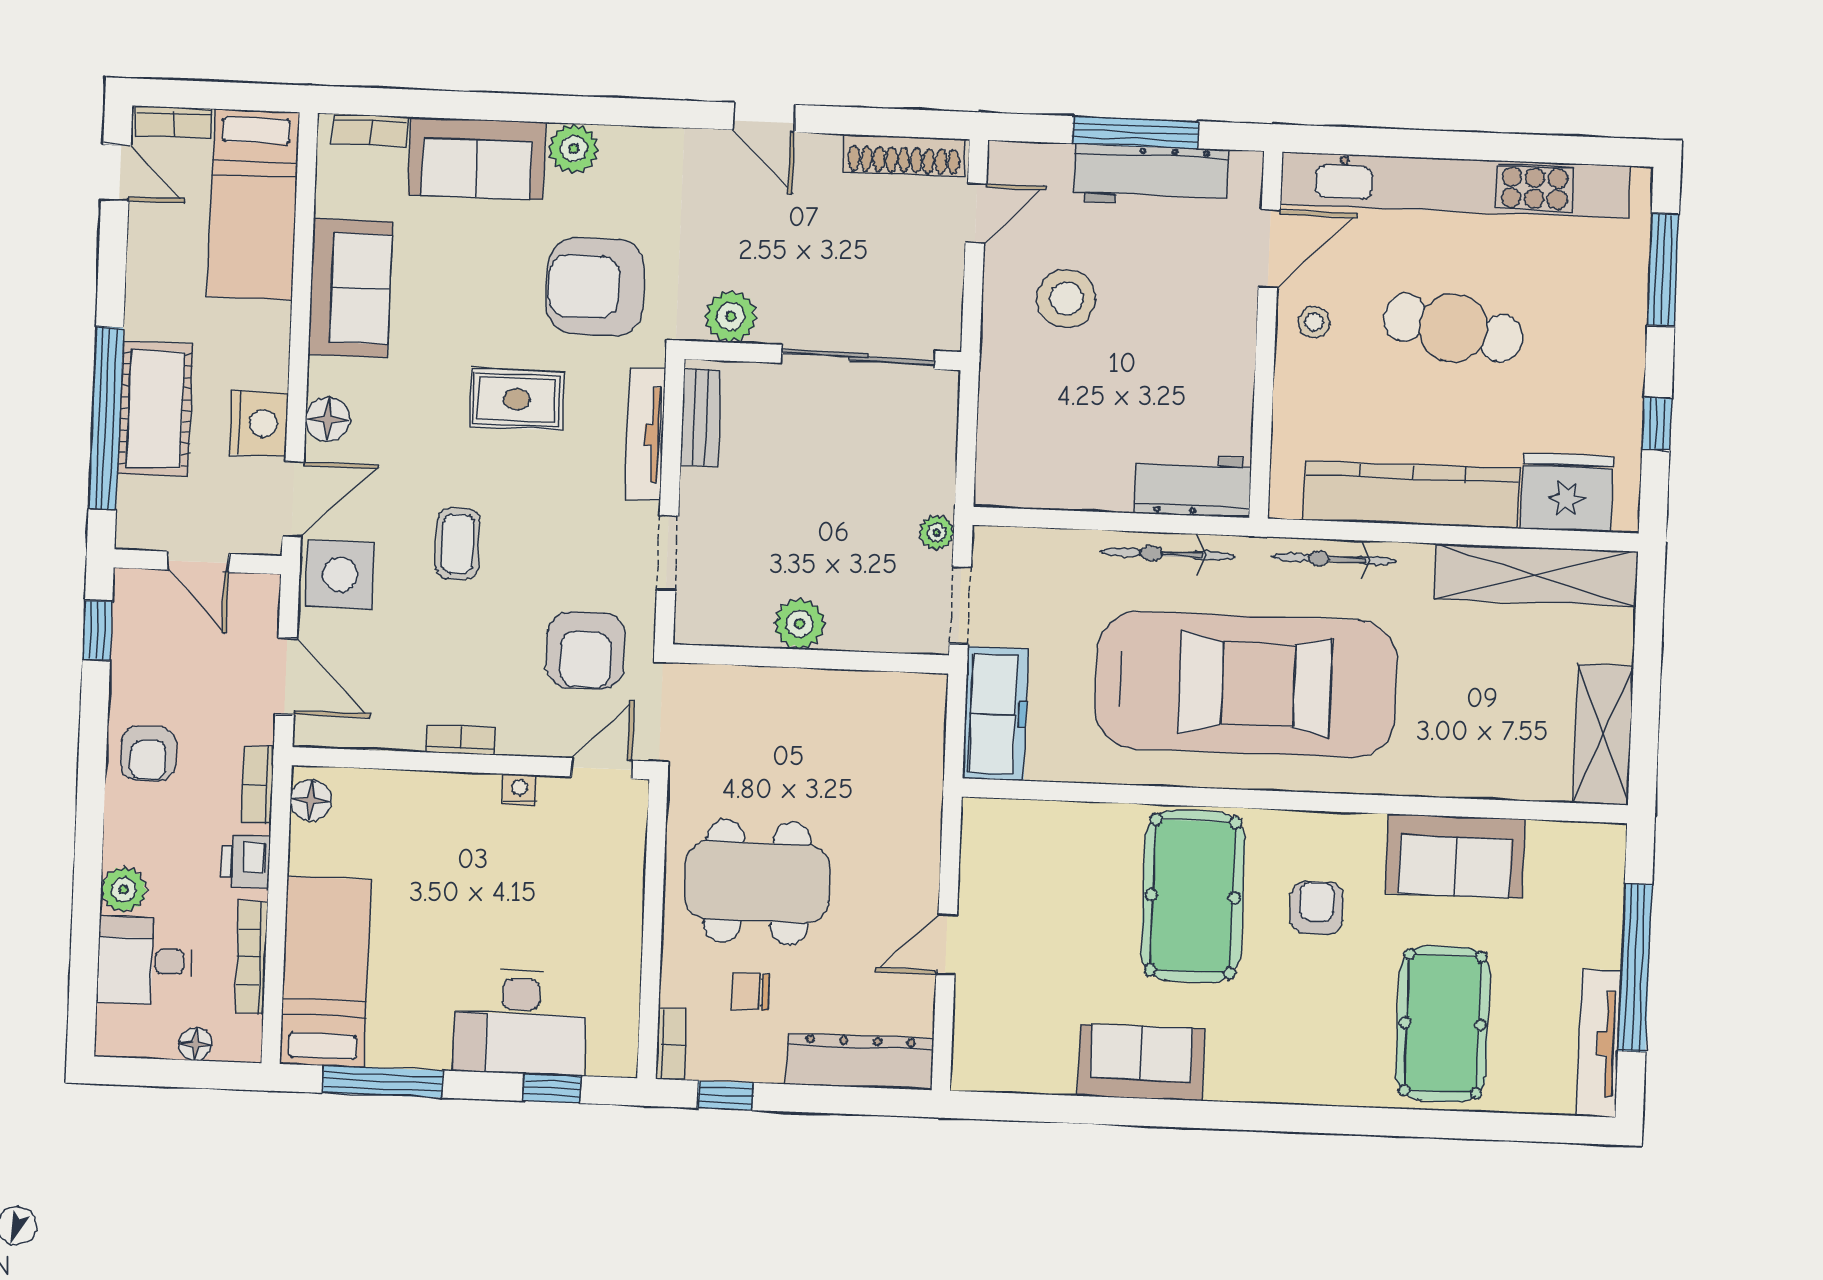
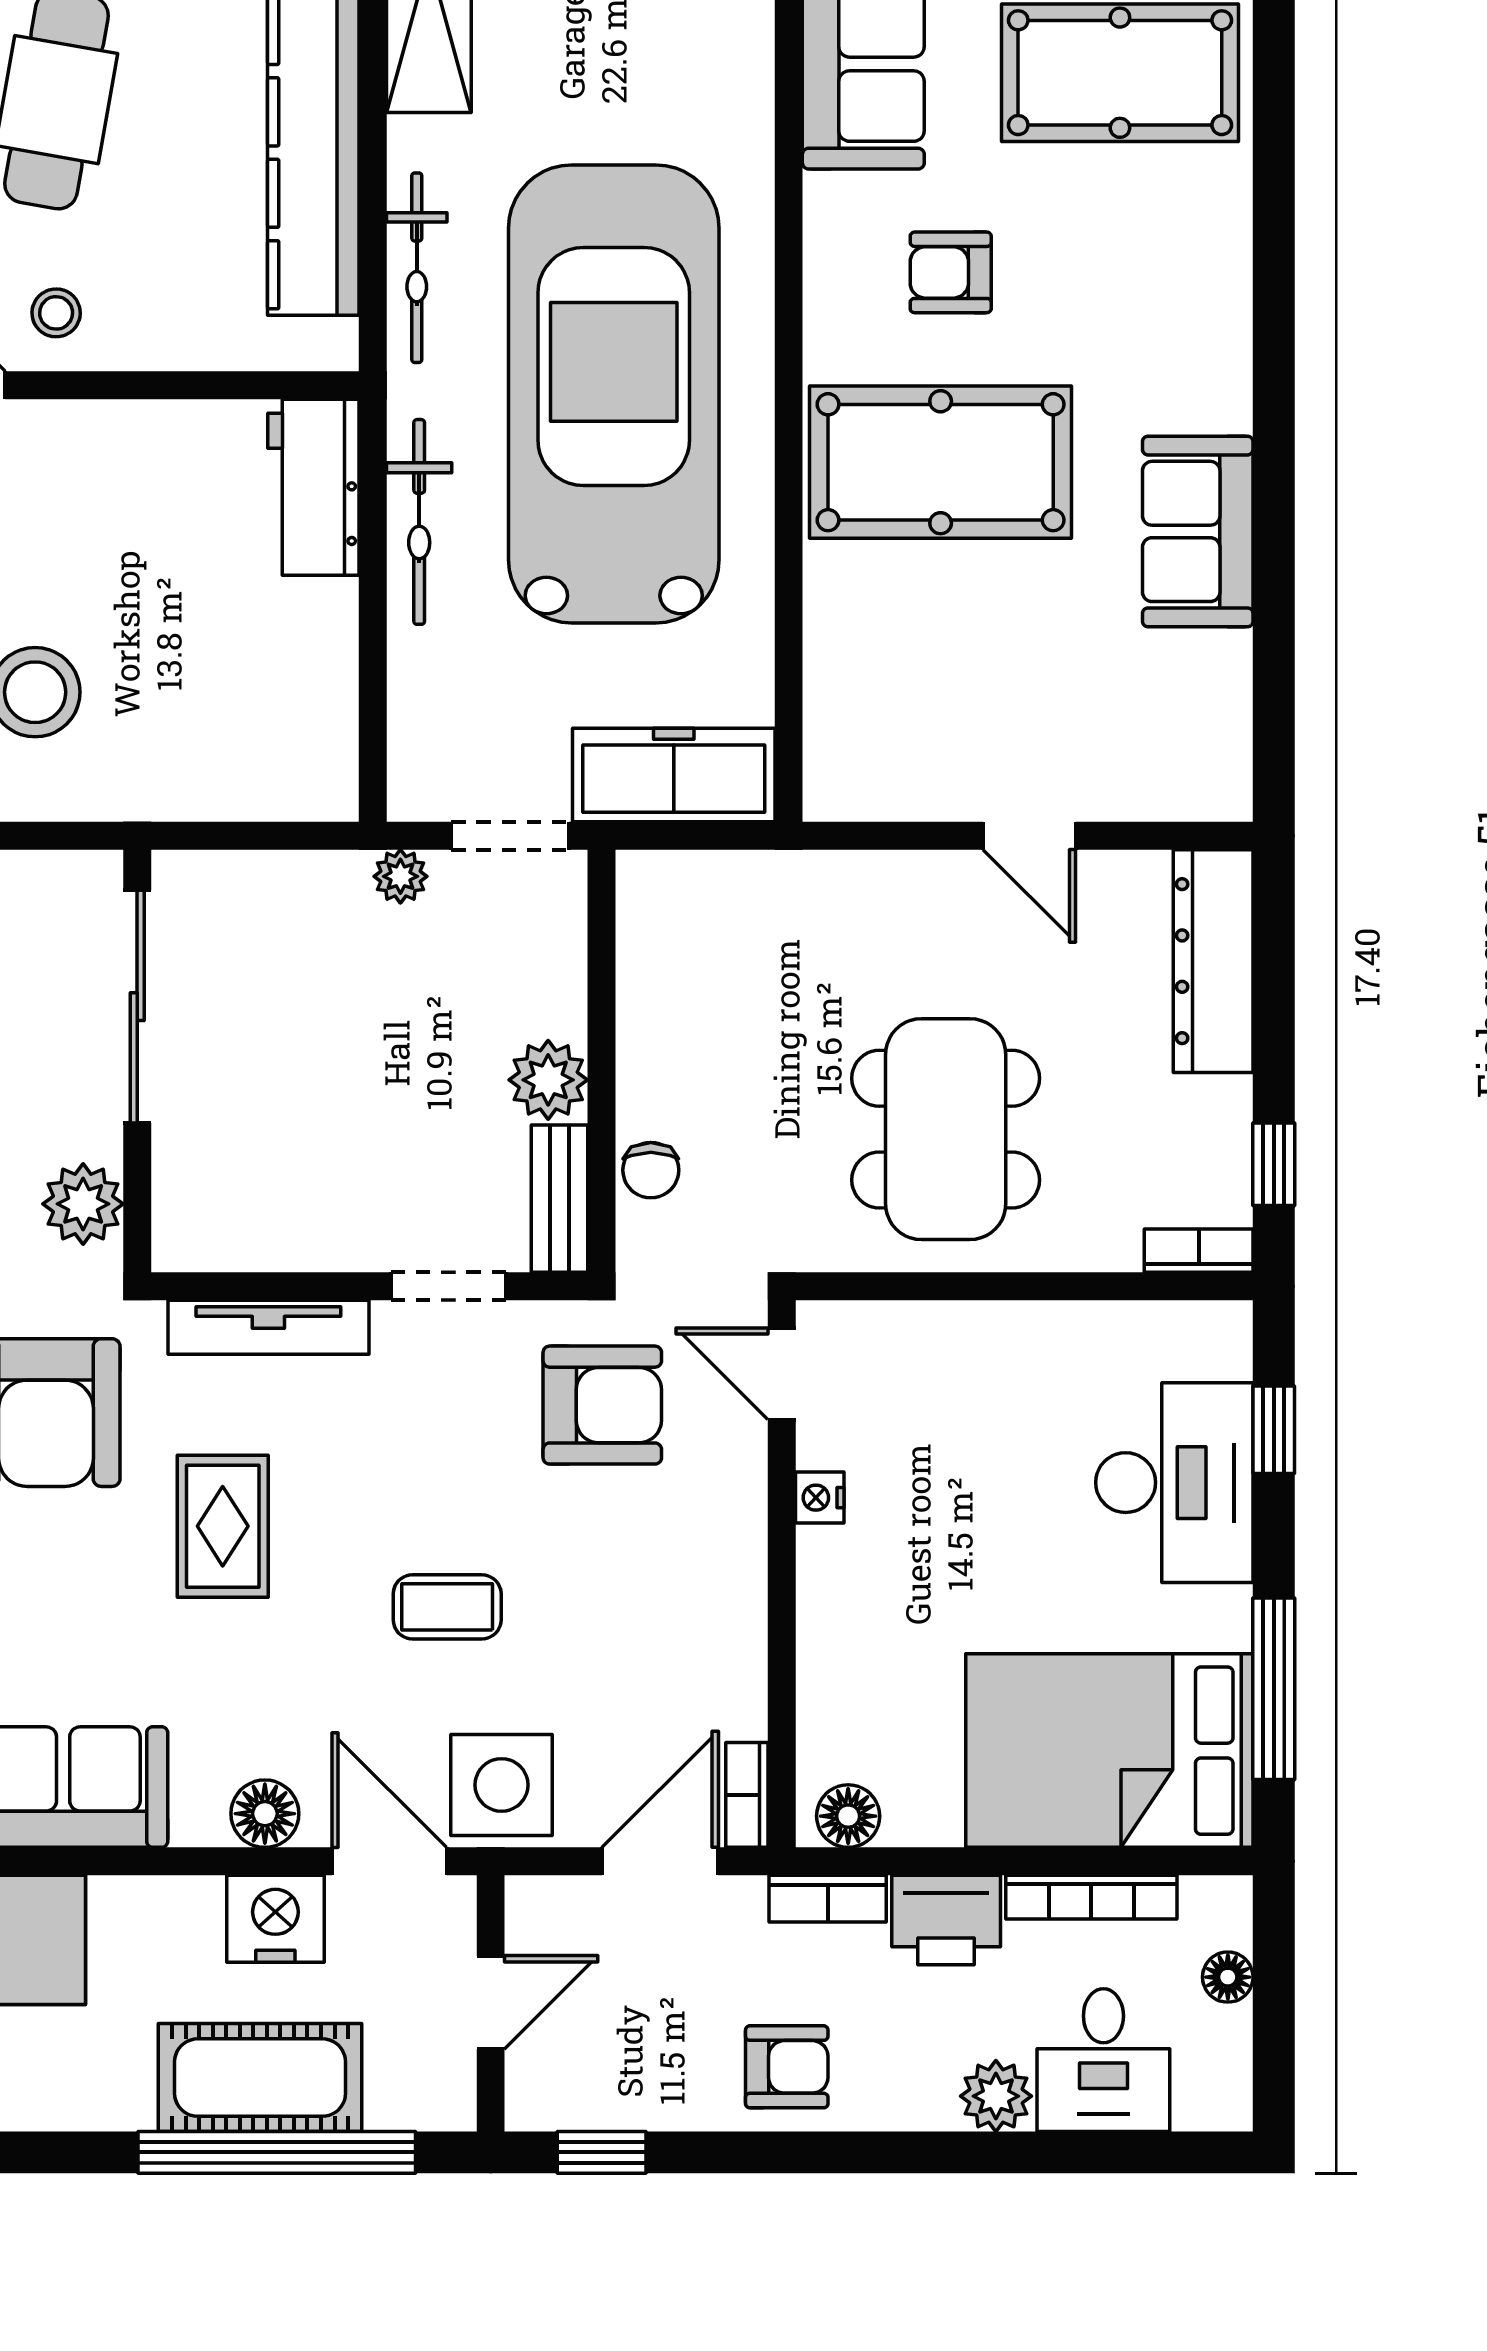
bench: (700, 418) -> (559, 1199), moved, turned 90
bookcase: (461, 740) -> (747, 1795), moved
printer: (246, 862) -> (946, 1920), width x1.36, depth x1.24
bed: (326, 972) -> (1109, 1751), width x1.50
chair: (750, 992) -> (651, 1170), moved

